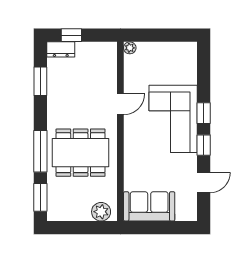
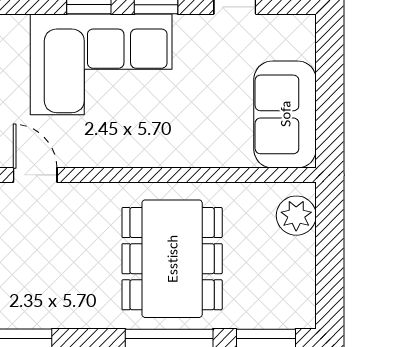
door: (120, 104) -> (35, 175), moved

